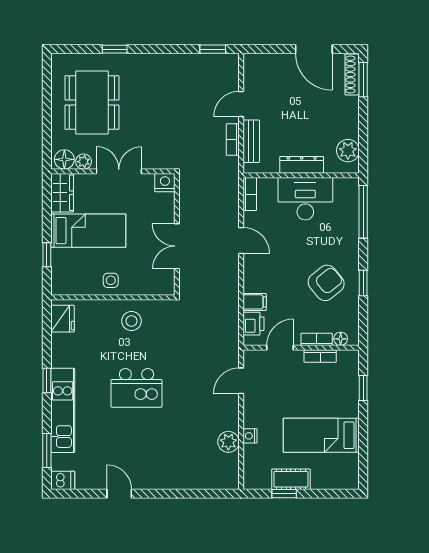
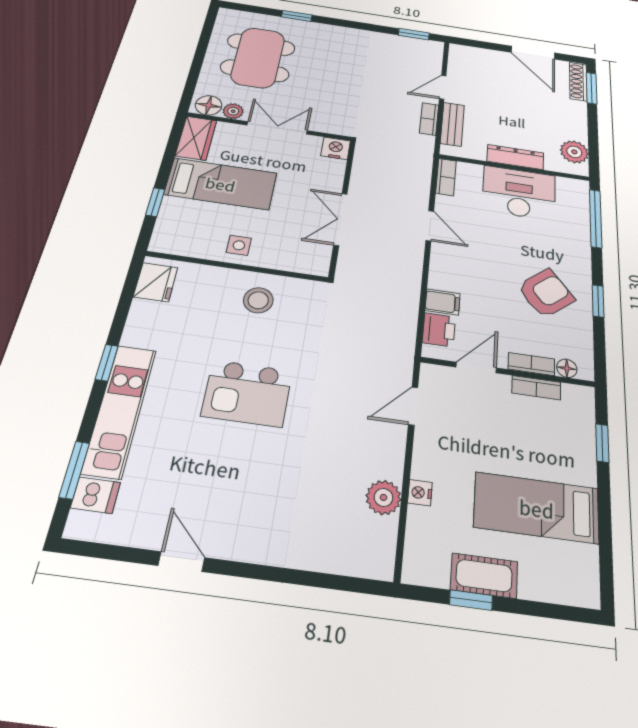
dishwasher: (63, 480) -> (95, 495), moved

